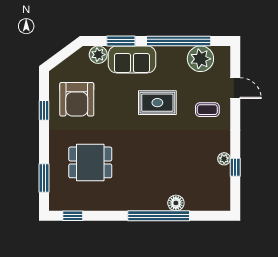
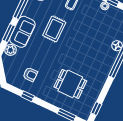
armchair: (77, 99) -> (30, 74), width x0.53, depth x0.53
dining table: (90, 162) -> (70, 84), turned 90

